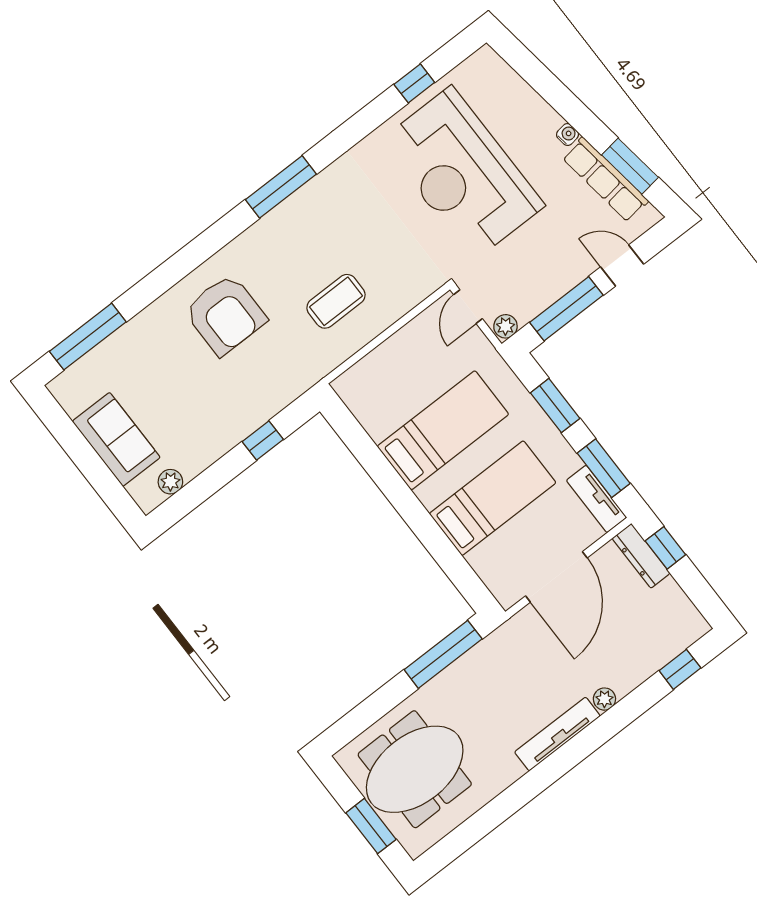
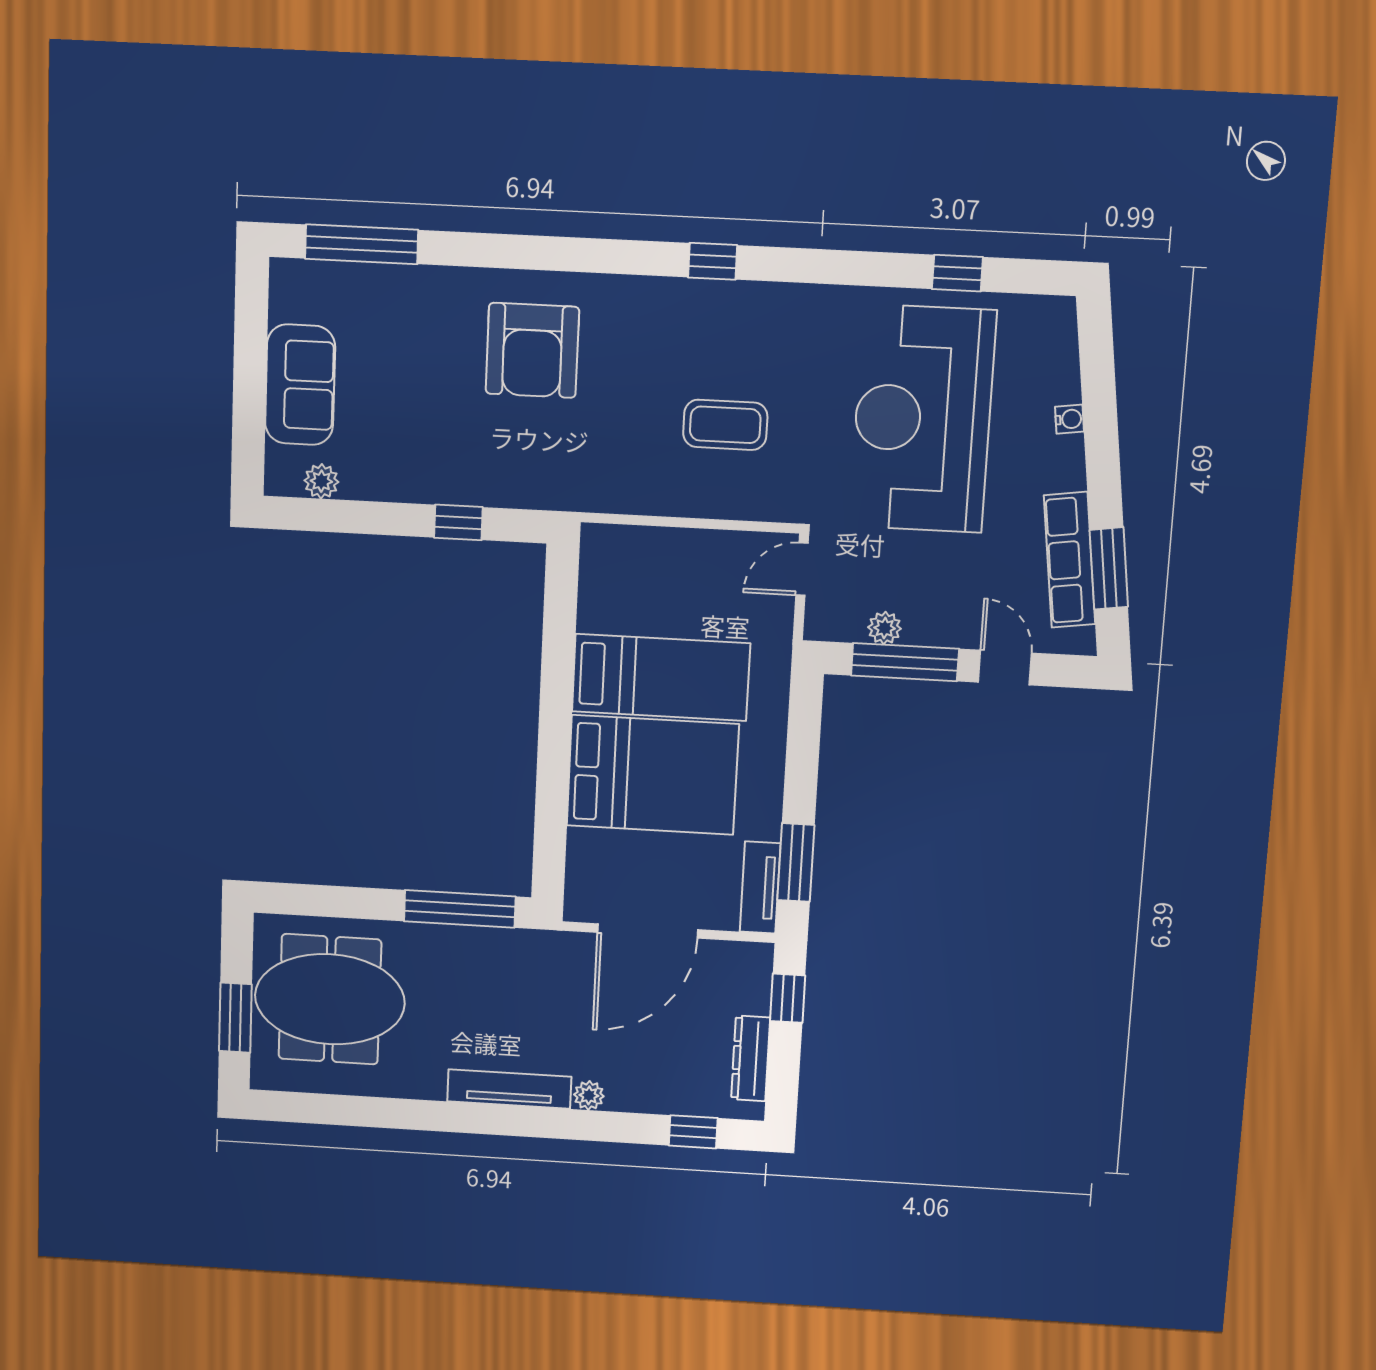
water cooler: (568, 135) -> (1069, 419), moved
window: (281, 187) -> (713, 261), width x0.46
coffee table: (336, 301) -> (725, 425), moved
plant: (505, 326) -> (885, 628), moved
window: (555, 406) -> (802, 754), removed
bed: (493, 498) -> (653, 775), width x1.50
dresser: (641, 556) -> (751, 1058), moved

